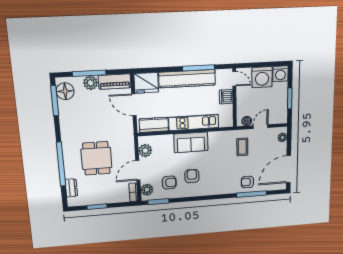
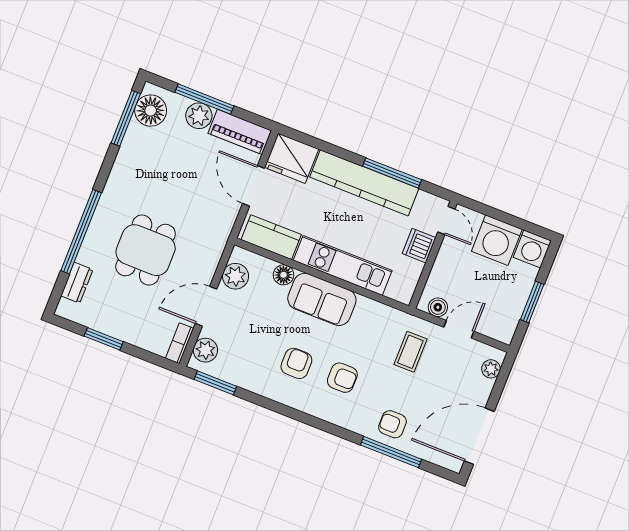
floor lamp: (168, 140) -> (284, 275), added
armchair: (169, 183) -> (342, 378), moved

